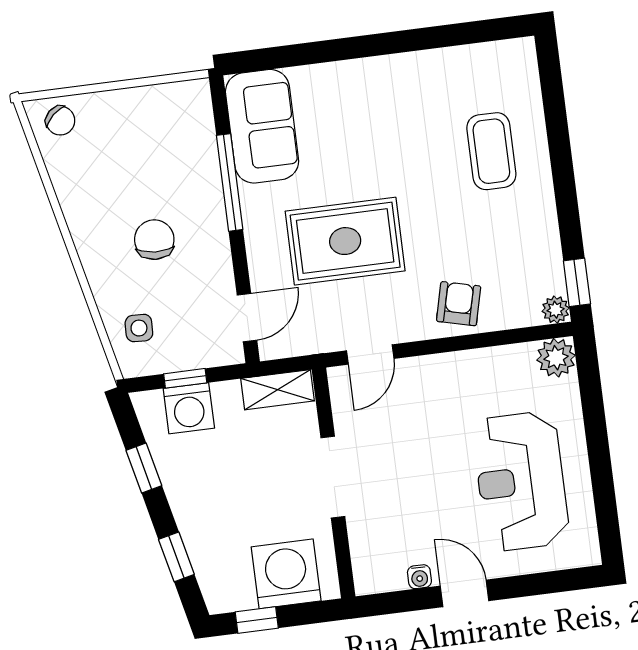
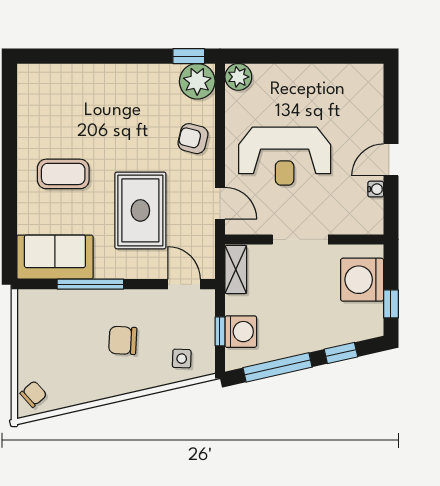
coffee table: (491, 151) -> (63, 174), moved
plant: (556, 310) -> (197, 81), width x1.88, depth x1.88
window: (144, 468) -> (278, 367), width x2.17
reception desk: (521, 481) -> (285, 156), moved

